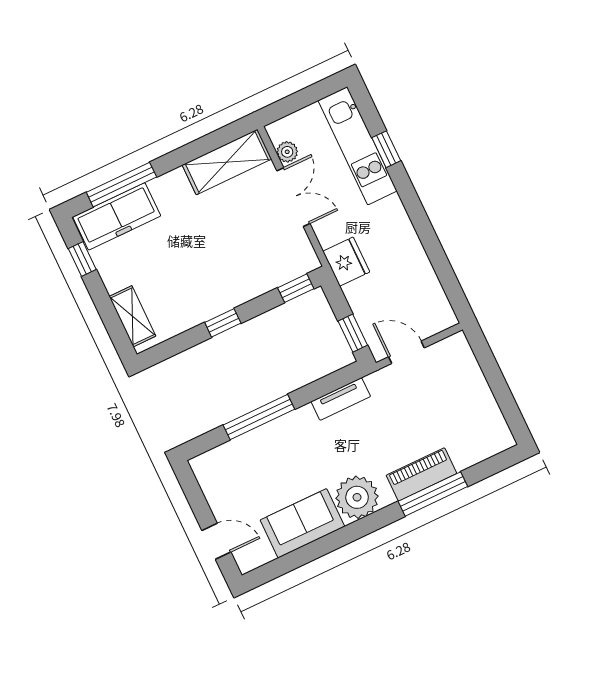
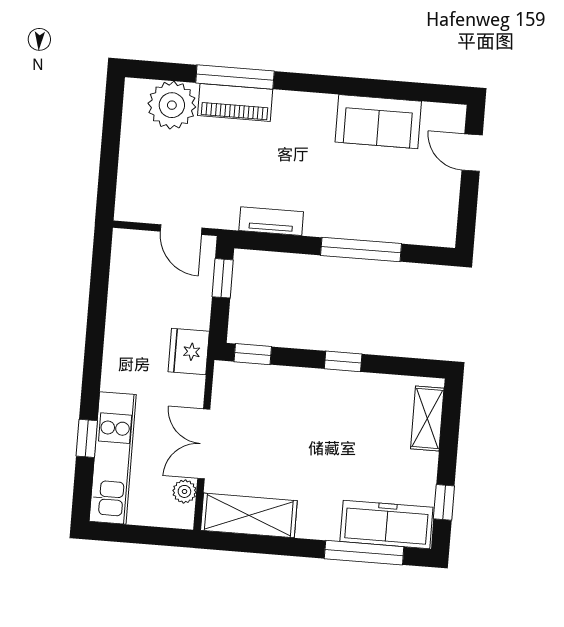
plant: (357, 497) -> (172, 105), moved

